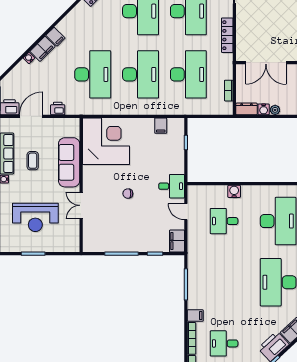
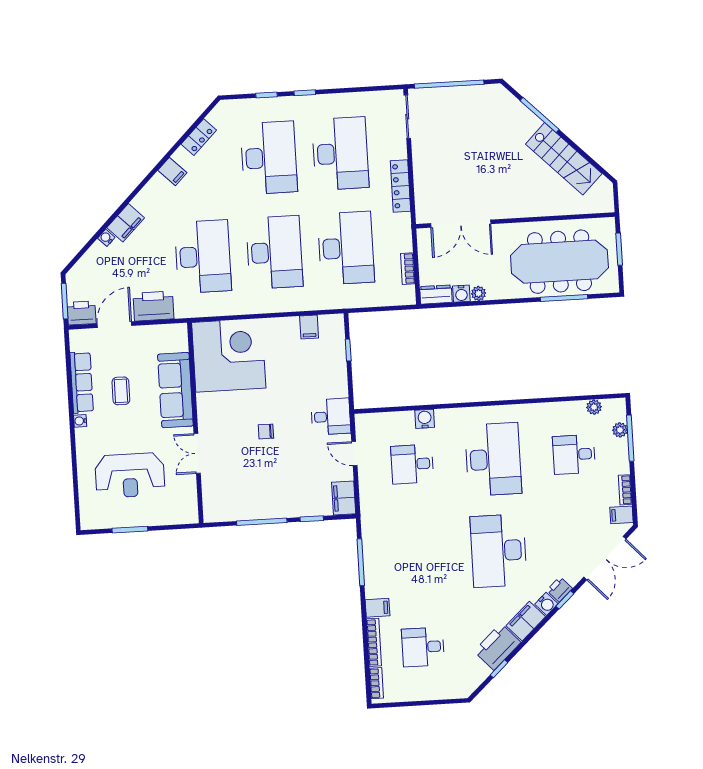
filing cabinet: (56, 37) -> (172, 171), moved
printer: (58, 108) -> (153, 306), width x1.87, depth x1.48

